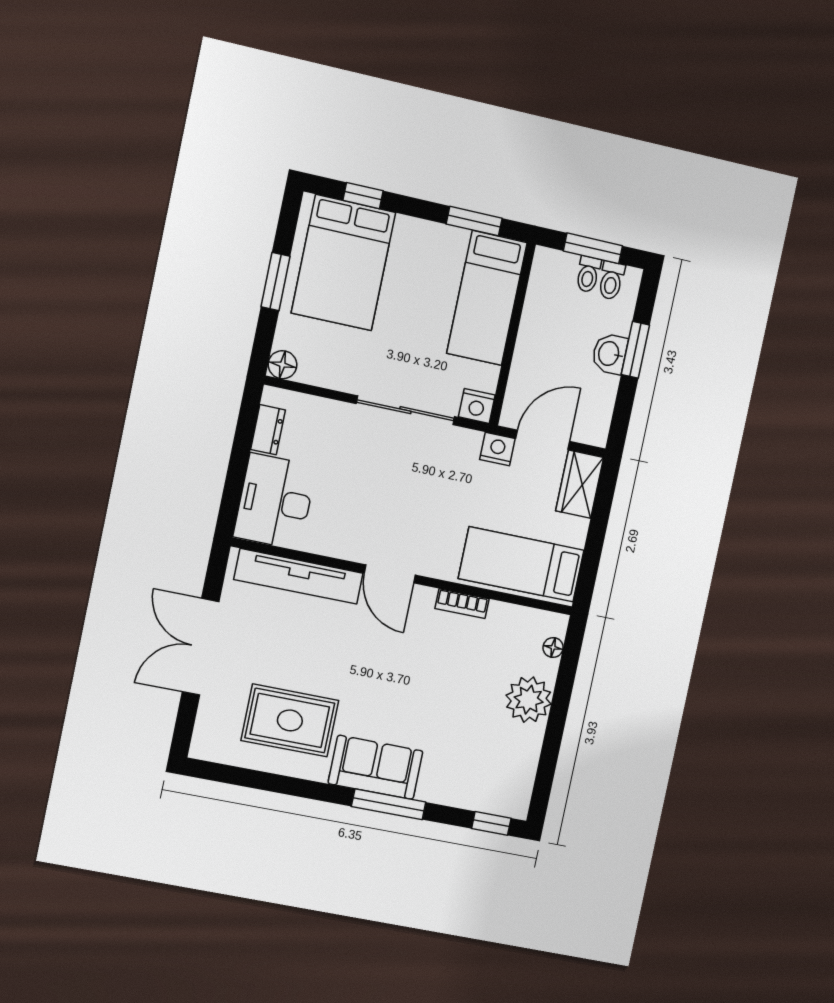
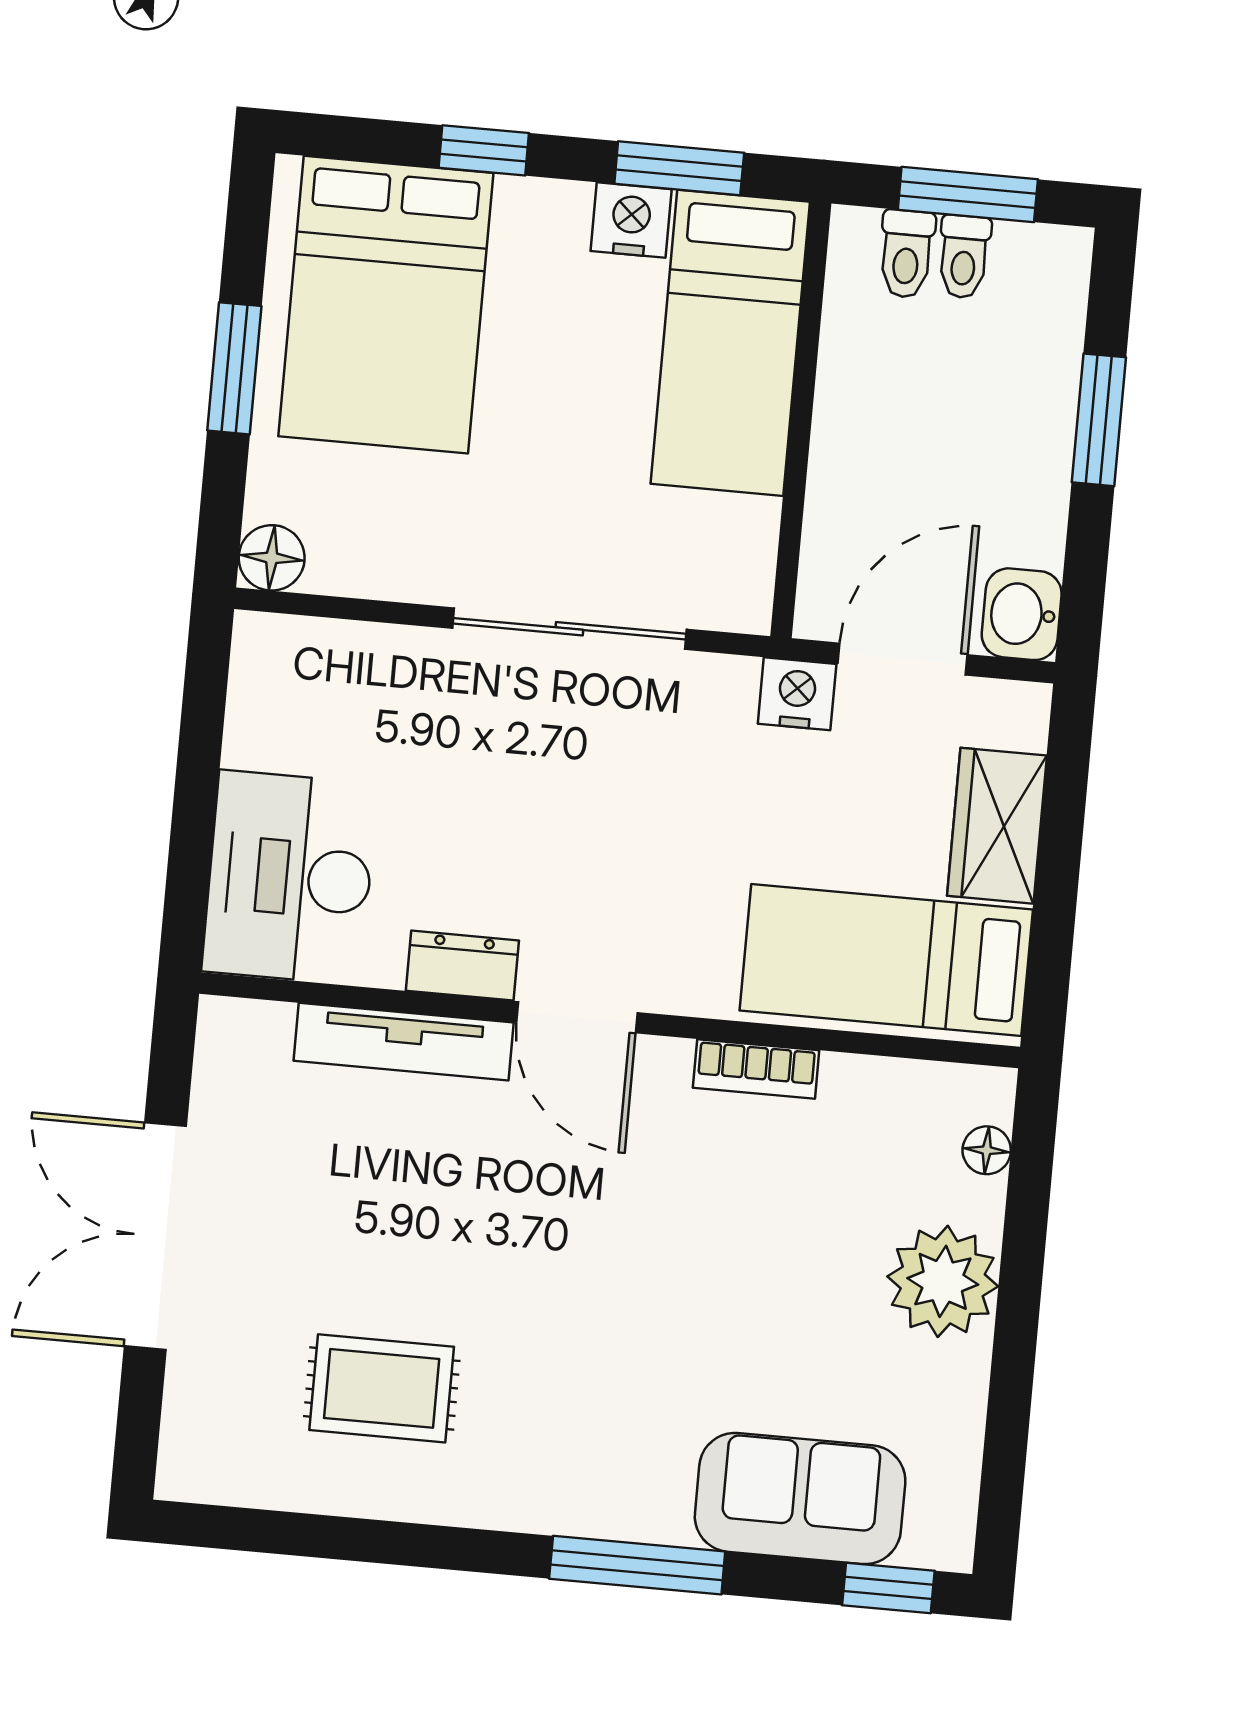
window: (363, 196) -> (484, 150), moved
toilet: (611, 281) -> (906, 254), moved
washbasin: (610, 354) -> (1022, 614), moved
nightstand: (477, 406) -> (631, 220), moved, turned 180
dresser: (268, 430) -> (462, 966), moved, turned -90
wardrobe: (580, 484) -> (997, 826), moved
tv unit: (299, 576) -> (404, 1042), width x0.73, depth x0.78
rug: (290, 720) -> (382, 1388), width x0.73, depth x0.70
sofa: (376, 767) -> (800, 1498), moved

